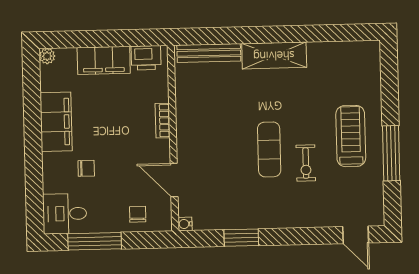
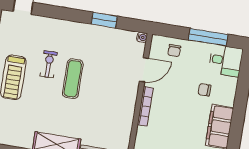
bookcase: (163, 121) -> (145, 106), width x1.56
door: (174, 180) -> (144, 70), hinge flipped

